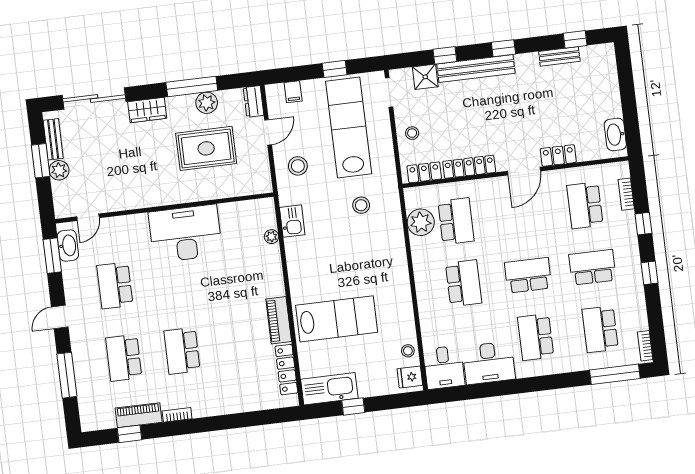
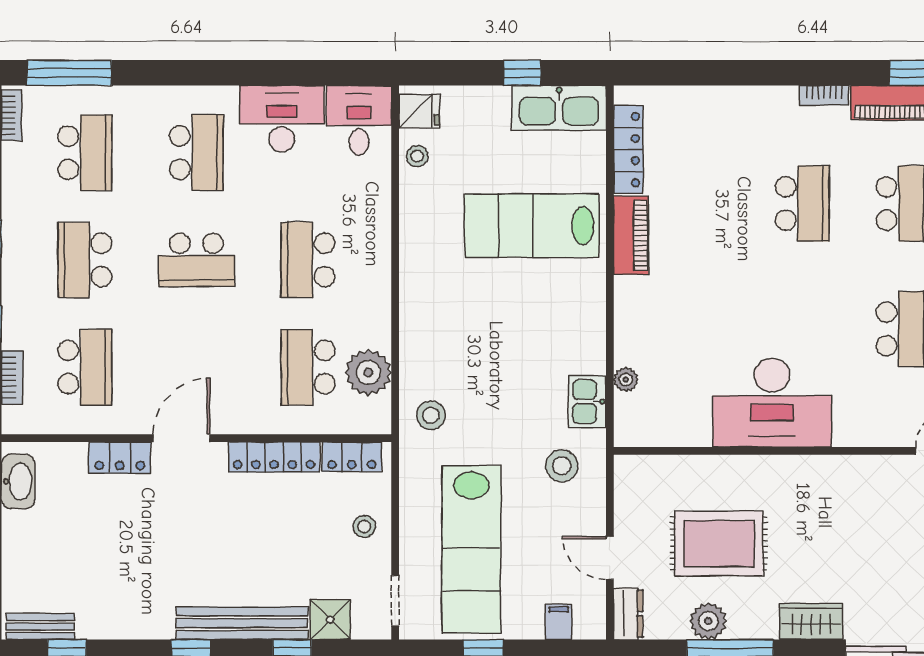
bench: (559, 56) -> (40, 626), moved
door: (268, 132) -> (610, 558), hinge flipped
stool: (298, 166) -> (562, 466), moved
stool: (361, 205) -> (431, 415), moved
school desk: (592, 267) -> (85, 260), turned 90

